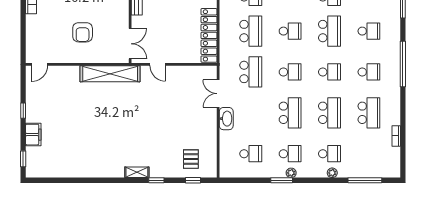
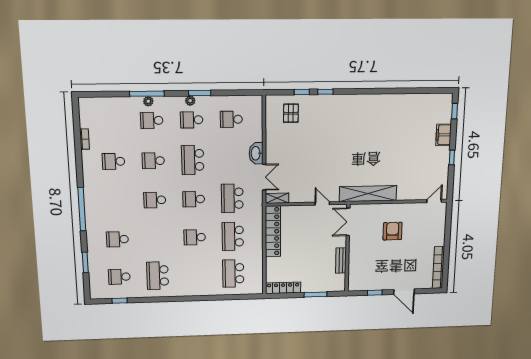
school desk: (330, 31) -> (156, 238), removed
school desk: (369, 72) -> (115, 201), removed
school desk: (330, 113) -> (153, 161), width x0.54
school desk: (369, 113) -> (113, 161), width x0.54
shelving: (137, 172) -> (277, 198), moved
window: (193, 180) -> (302, 92), moved
window: (365, 180) -> (147, 94), moved

